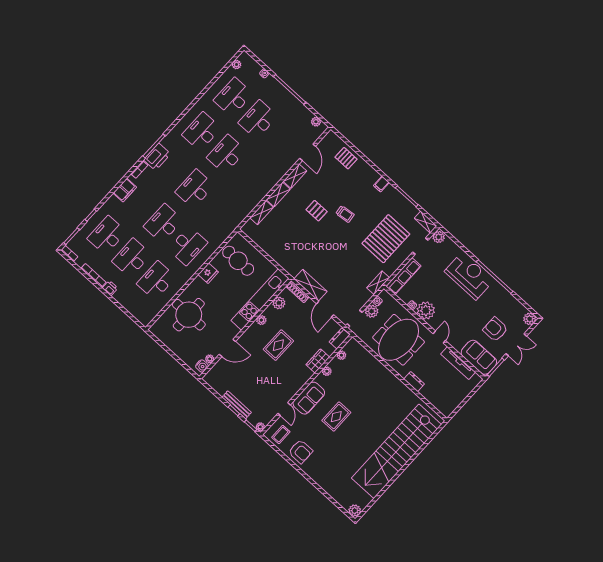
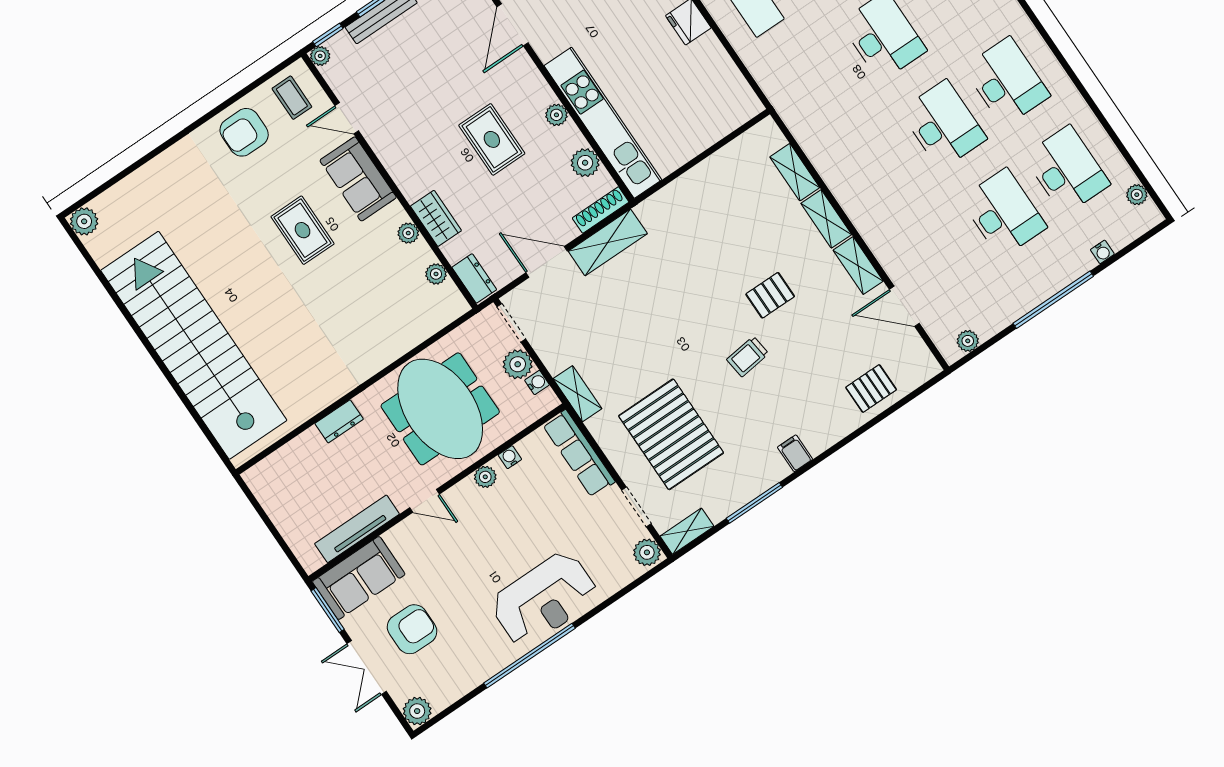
cafe table: (238, 261) -> (700, 95), removed
plant: (426, 310) -> (485, 477), width x0.53, depth x0.53

